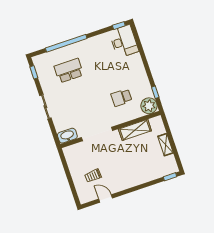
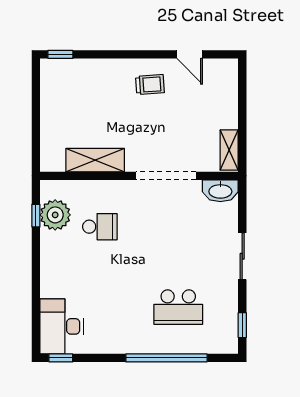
plant: (149, 106) -> (55, 215), moved
shelving: (166, 145) -> (229, 150), moved
trolley: (93, 176) -> (150, 85), moved

